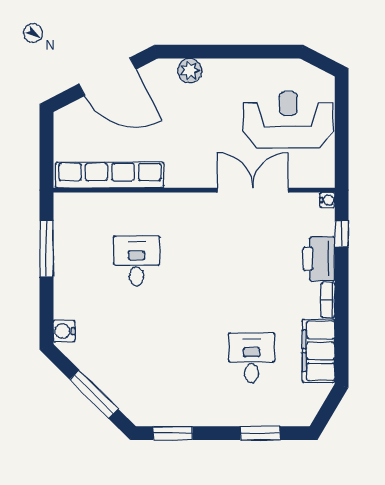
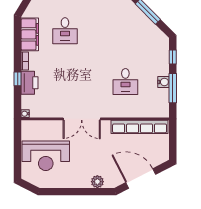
double door: (253, 190) -> (82, 119), moved
window: (342, 234) -> (18, 79), moved
window: (46, 308) -> (173, 57), added
water cooler: (64, 331) -> (163, 82), moved

